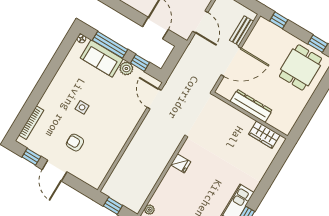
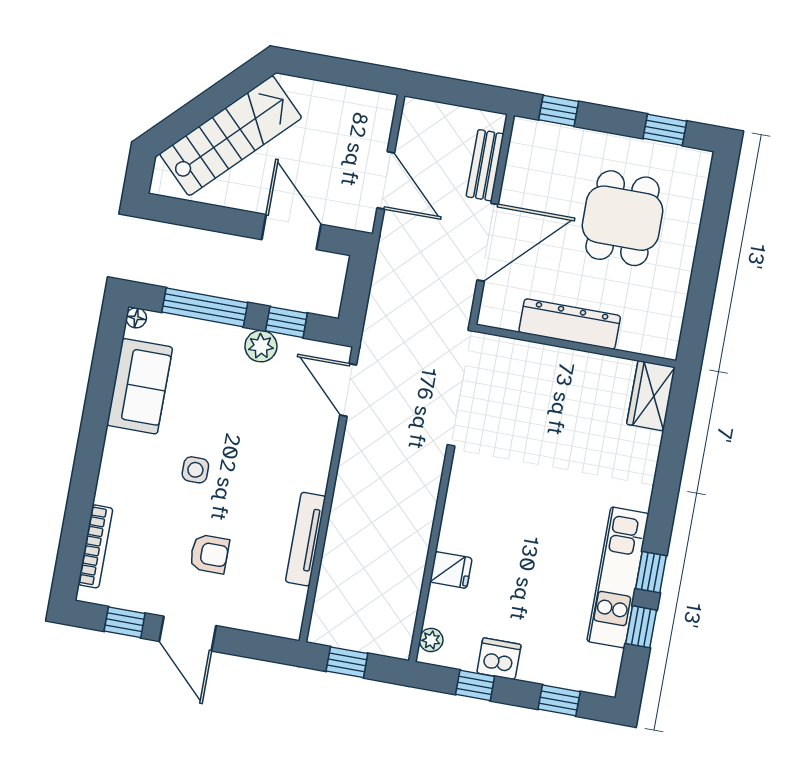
sofa: (102, 58) -> (140, 386), moved, turned -90
dining table: (300, 67) -> (623, 218), moved
wardrobe: (264, 135) -> (651, 396), moved, turned 90
armchair: (75, 143) -> (209, 554), turned 180
tv unit: (115, 151) -> (306, 539), added
fridge: (181, 163) -> (451, 570), moved

